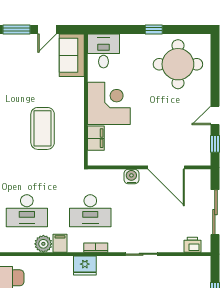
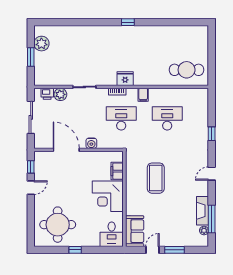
plant: (43, 244) -> (60, 94), moved

